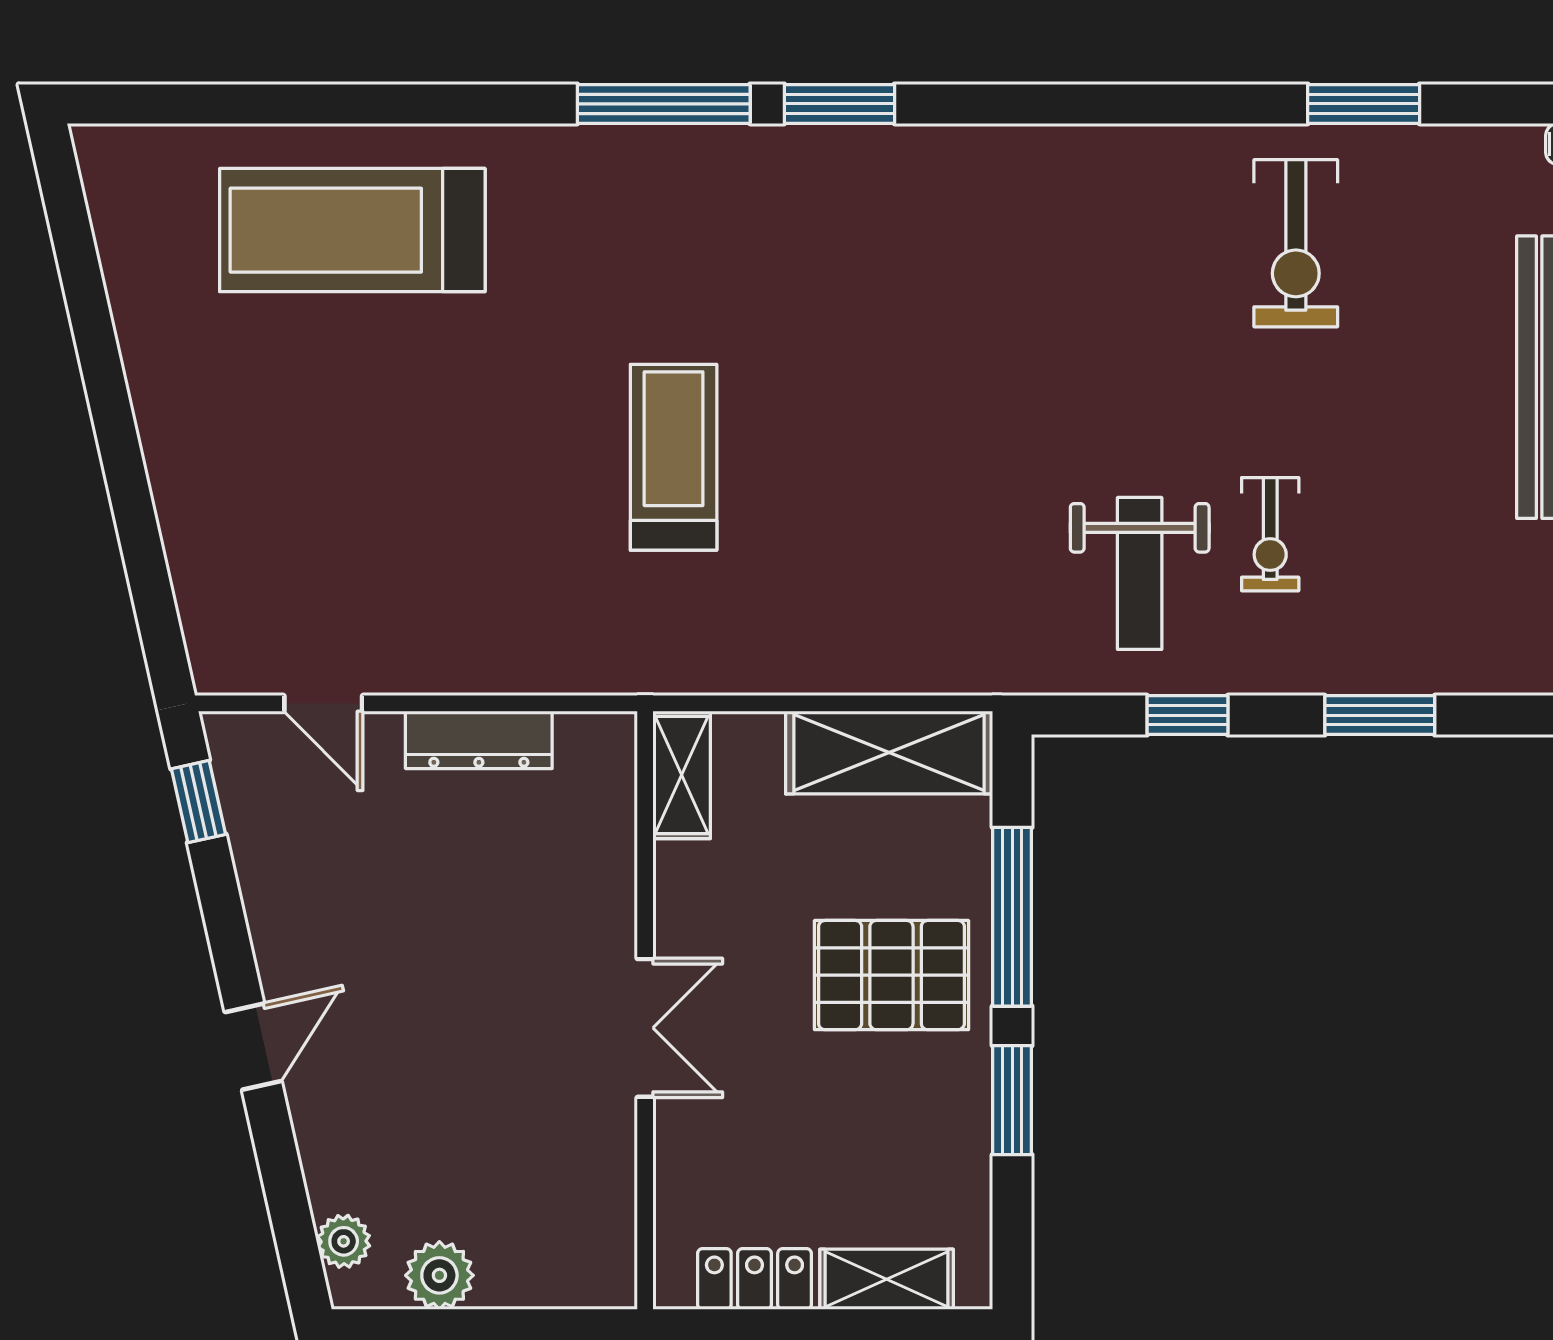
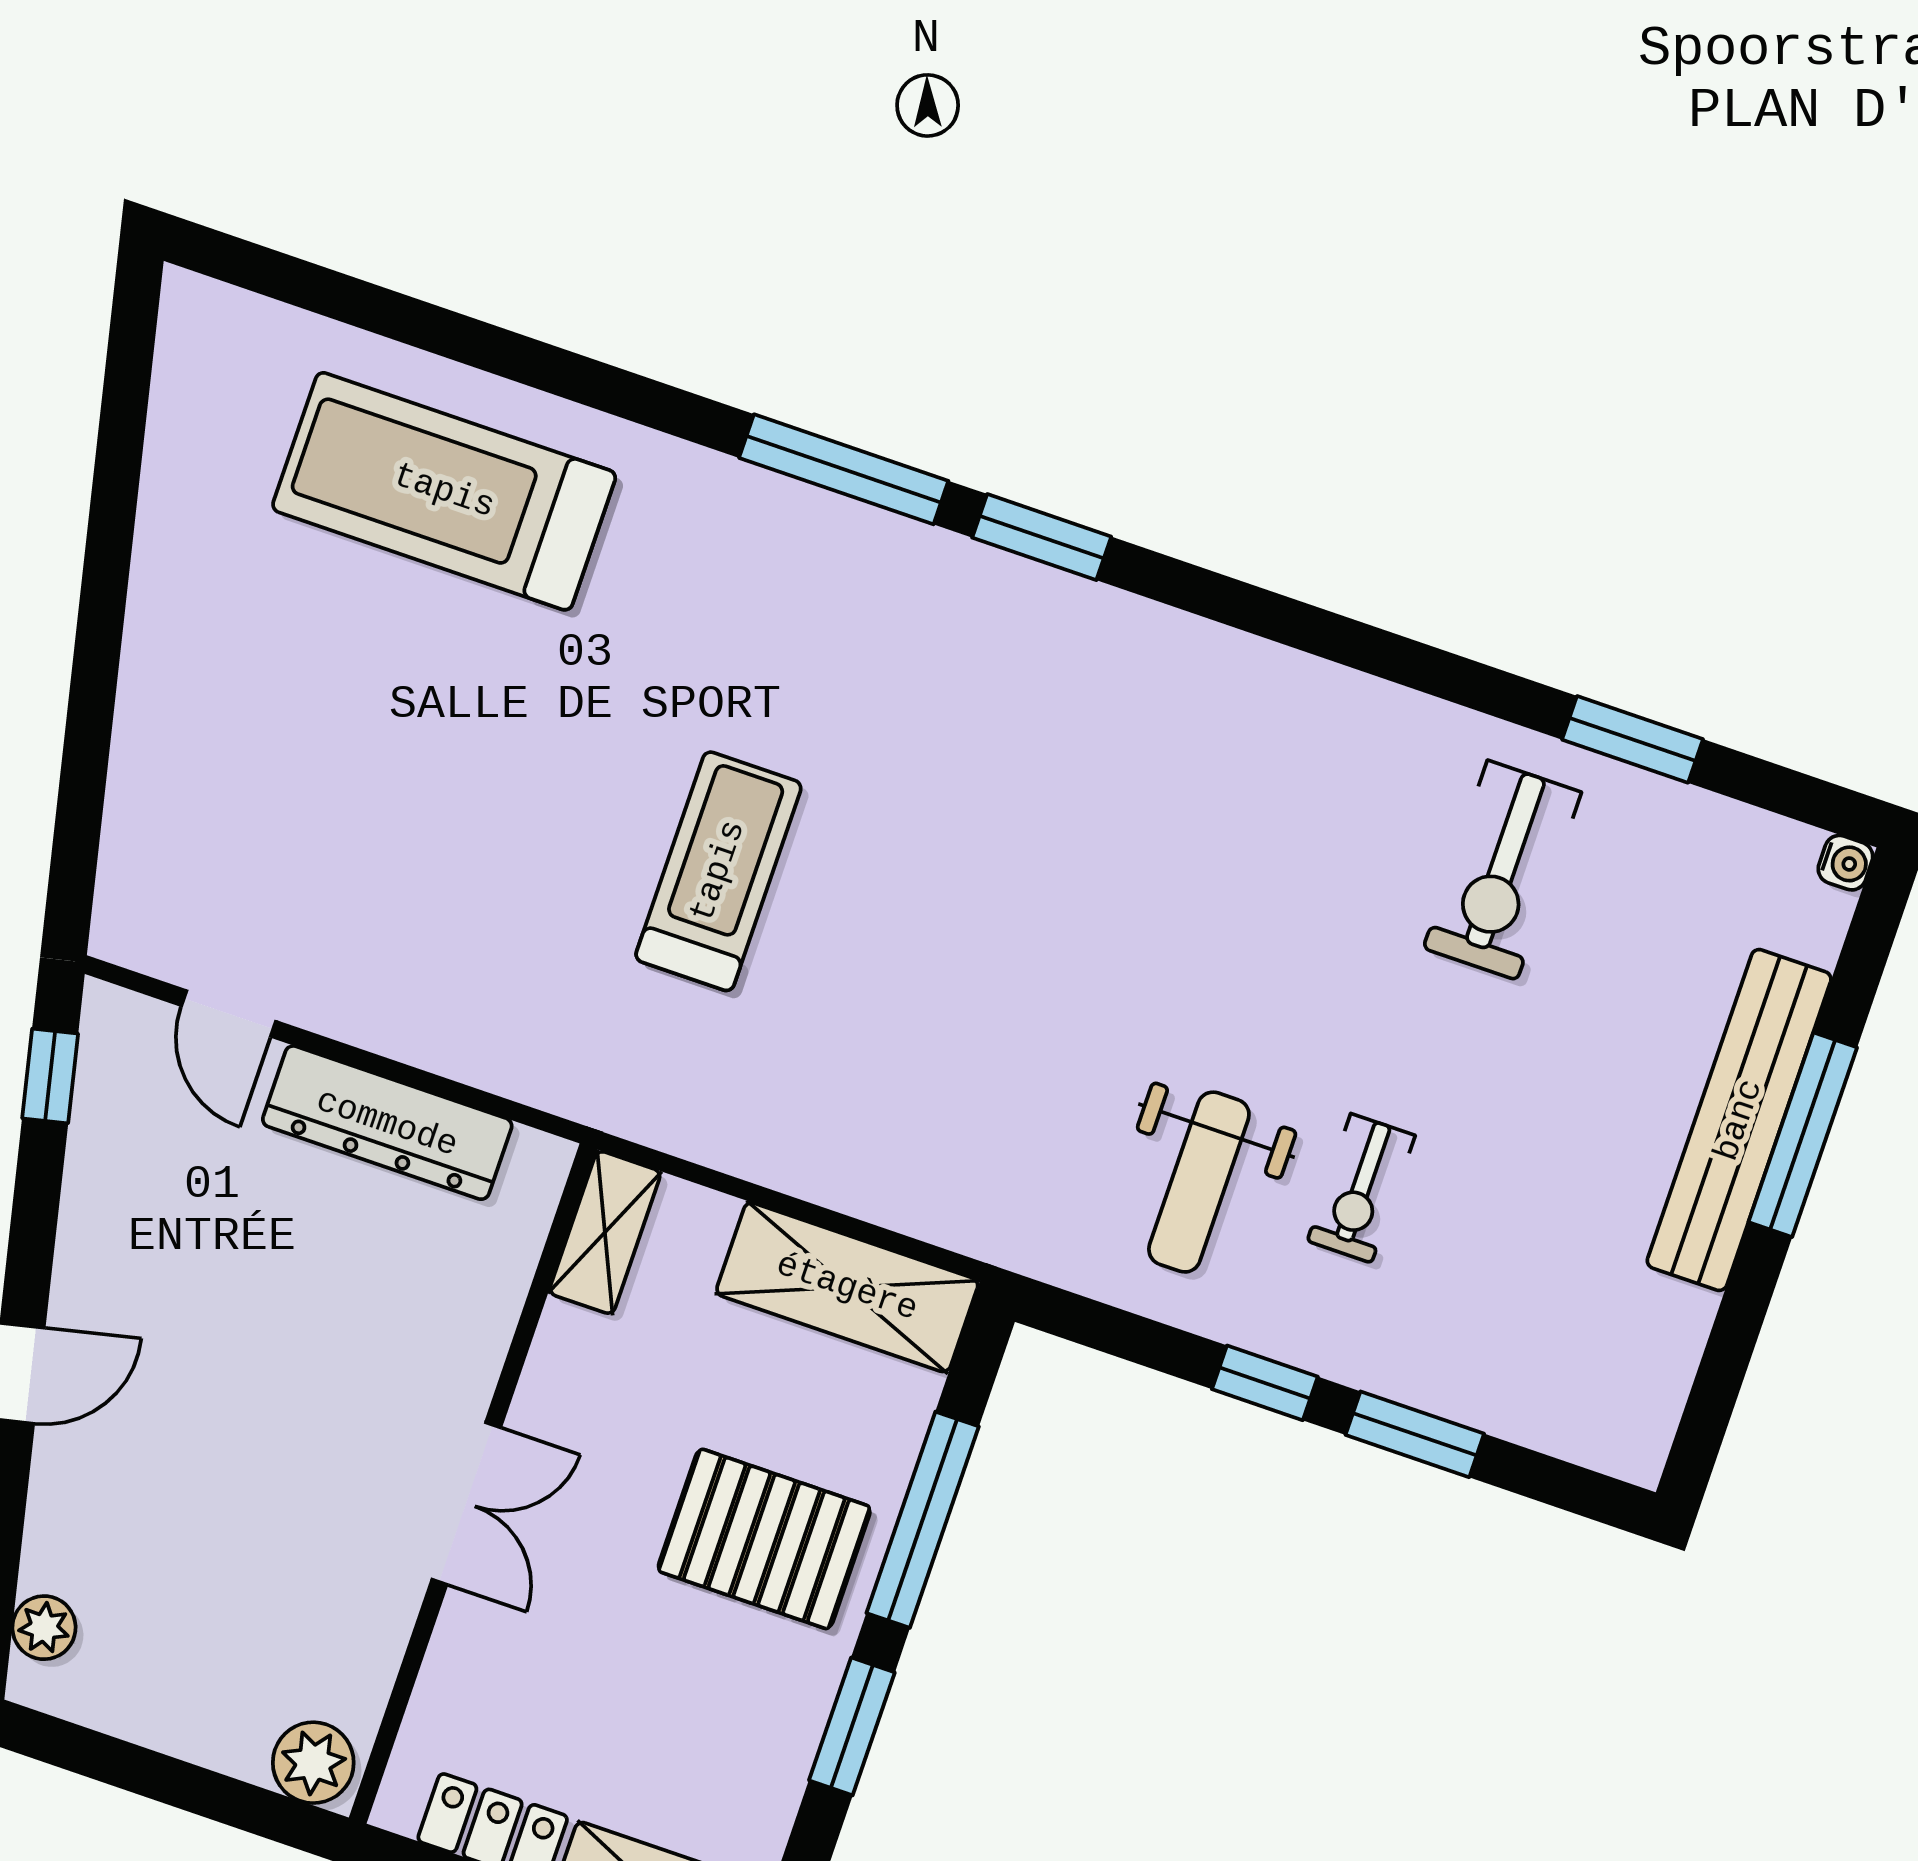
window: (1187, 715) -> (1265, 1383), moved
dresser: (479, 740) -> (387, 1123), width x1.37, depth x1.24
plant: (439, 1275) -> (313, 1763), moved

